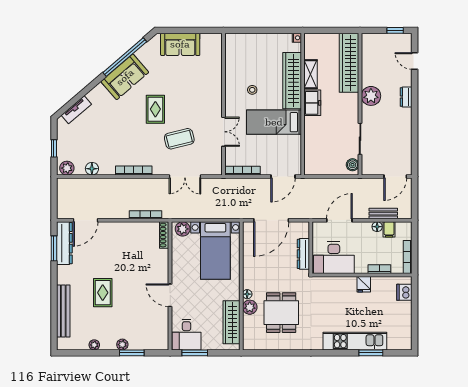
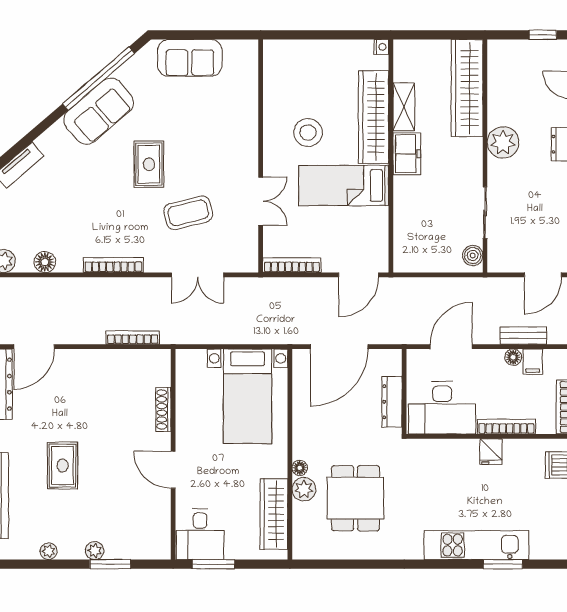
stool: (252, 90) -> (308, 132), width x1.89, depth x1.89
plant: (183, 229) -> (194, 361), removed
shoe rack: (164, 235) -> (163, 409), moved
bookcase: (379, 269) -> (506, 427), width x1.56

